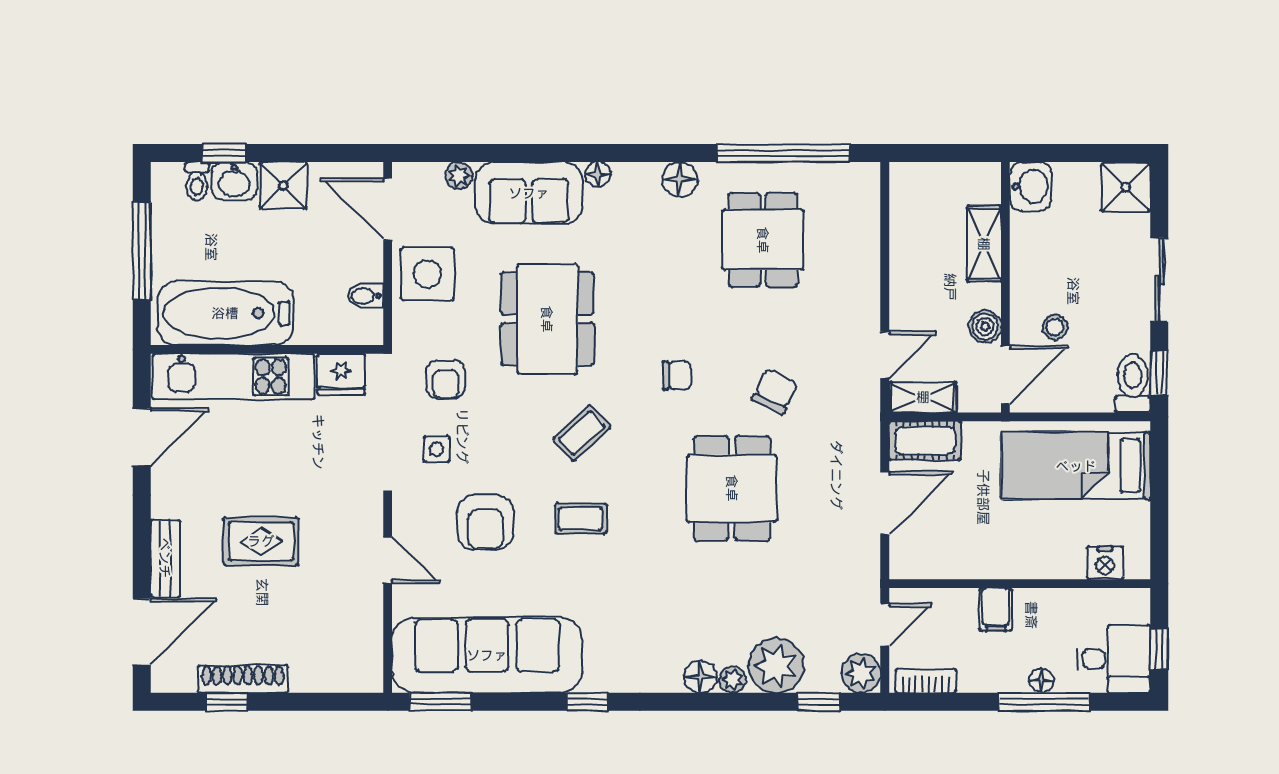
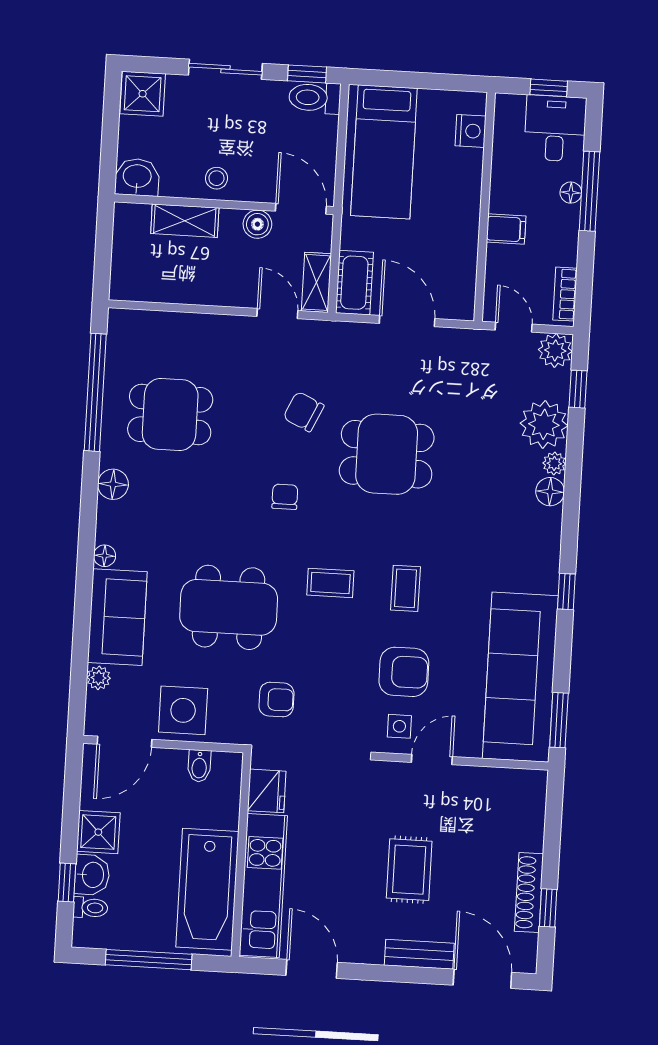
stool: (1055, 327) -> (217, 178), moved
coffee table: (582, 433) -> (330, 583), turned -47
side table: (437, 449) -> (399, 726), moved

